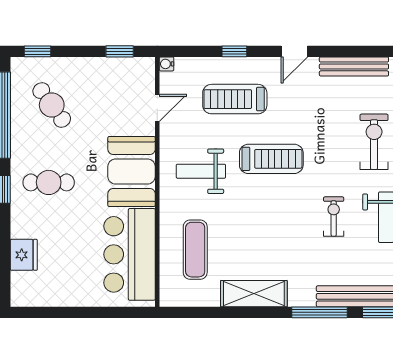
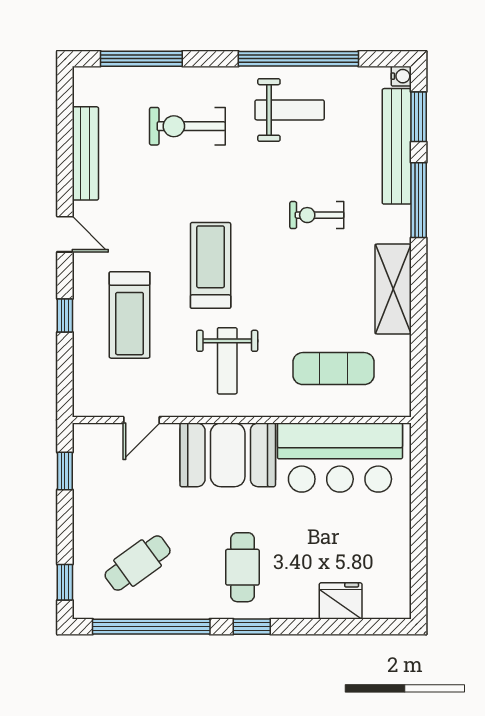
water cooler: (167, 64) -> (82, 407), removed
door: (157, 108) -> (141, 420), swing flipped
exercise bike: (334, 217) -> (317, 215), moved

